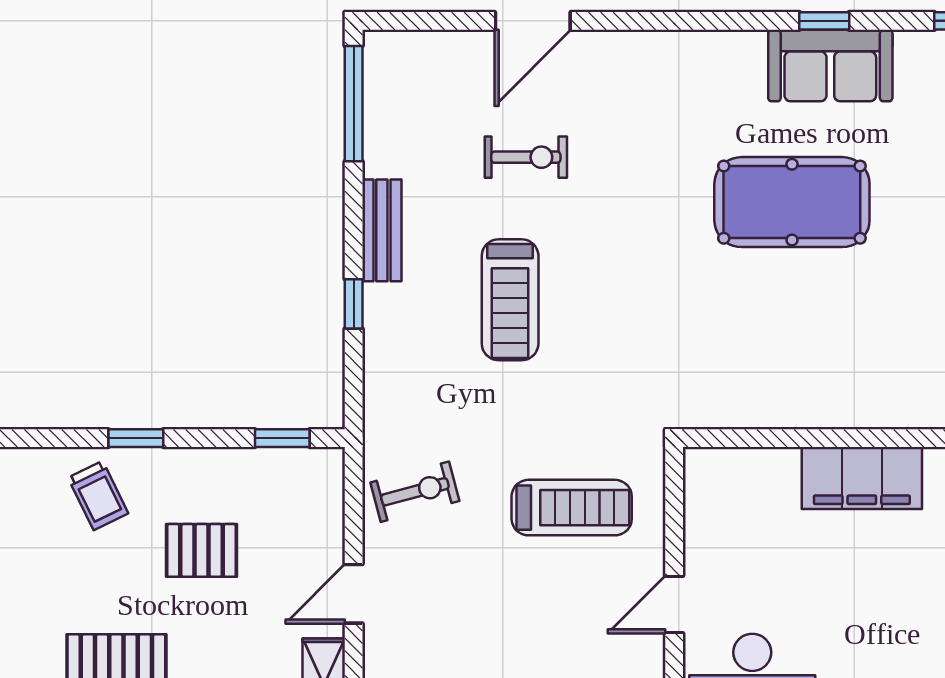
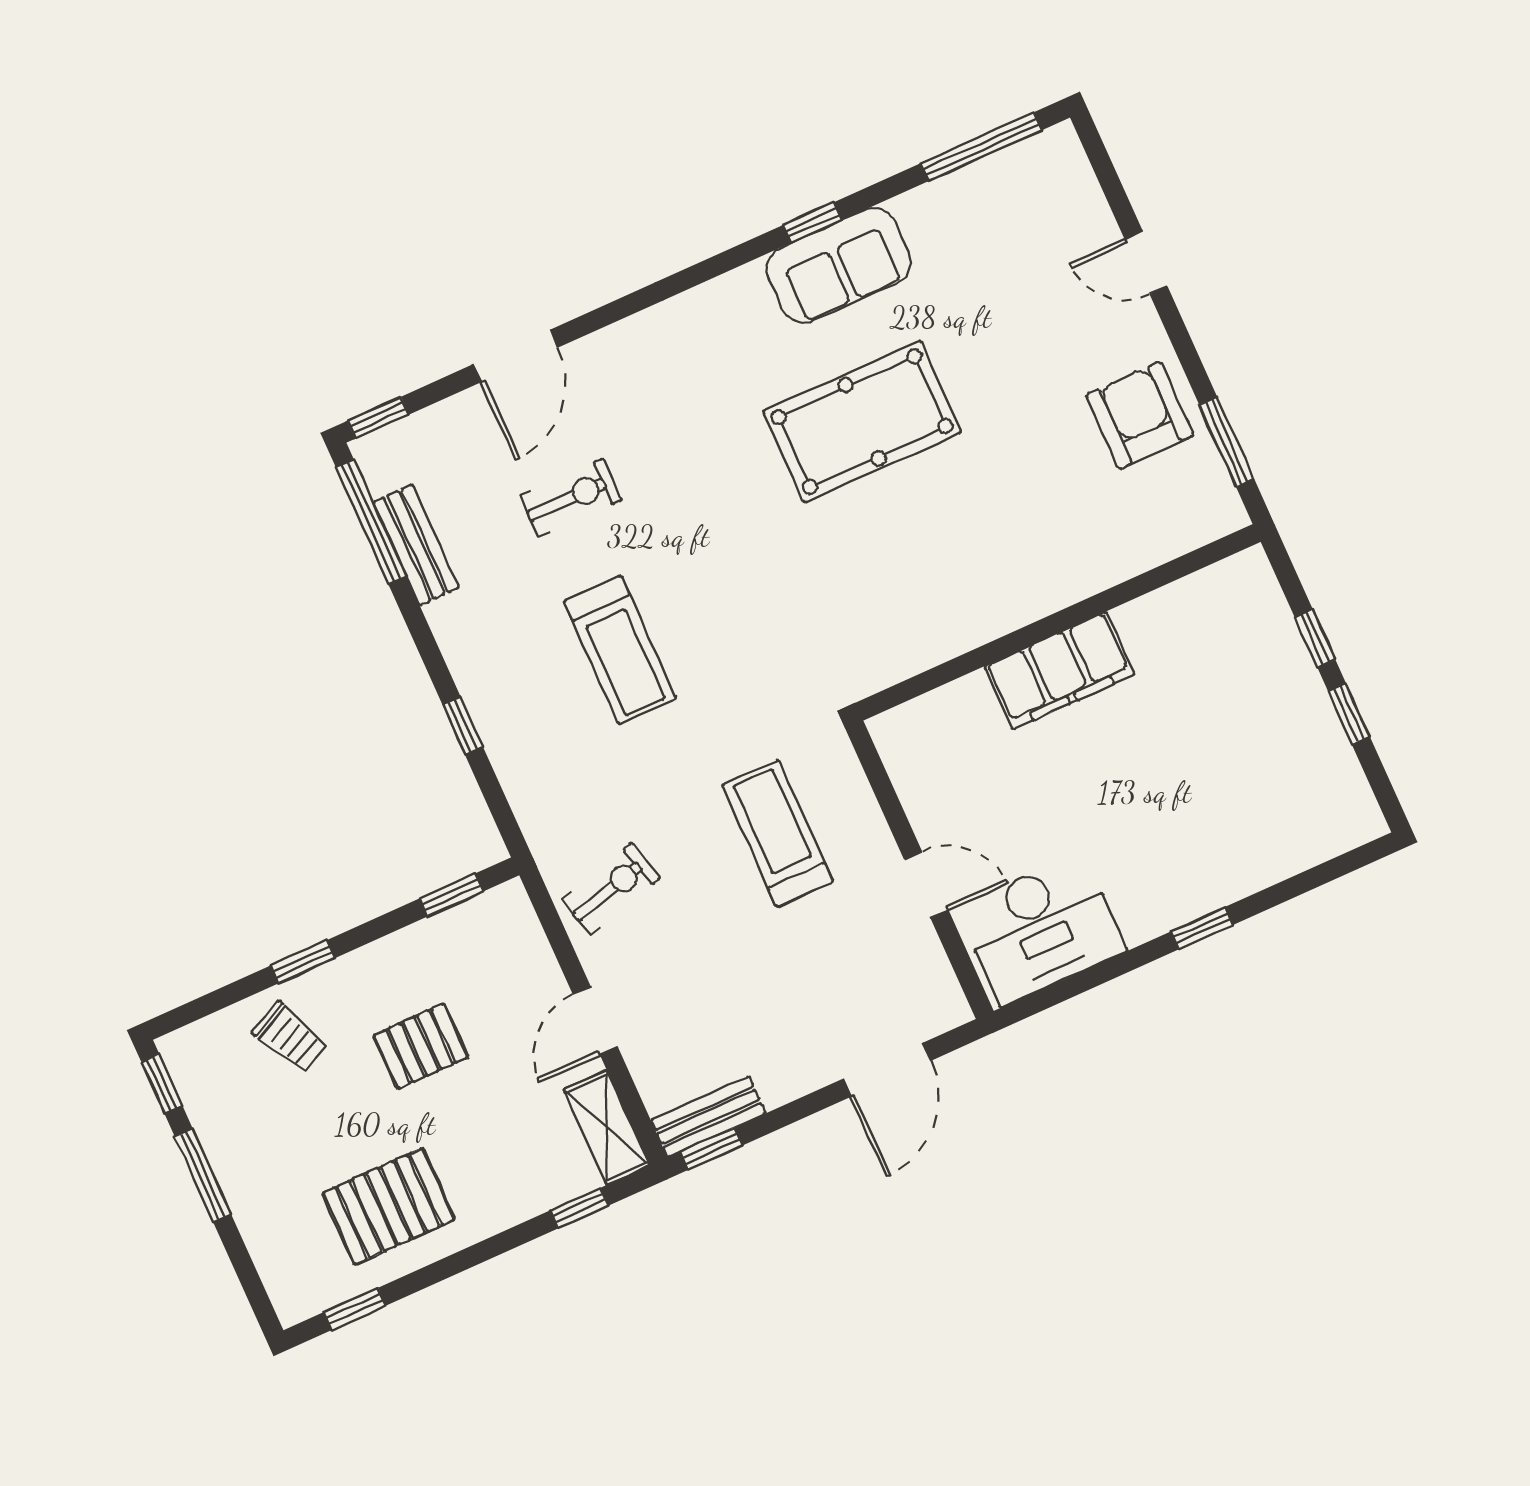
window: (398, 21) -> (378, 418), added
bench: (382, 230) -> (416, 545), moved
treadmill: (572, 508) -> (778, 833), turned -90
door: (674, 604) -> (926, 885), swing flipped

